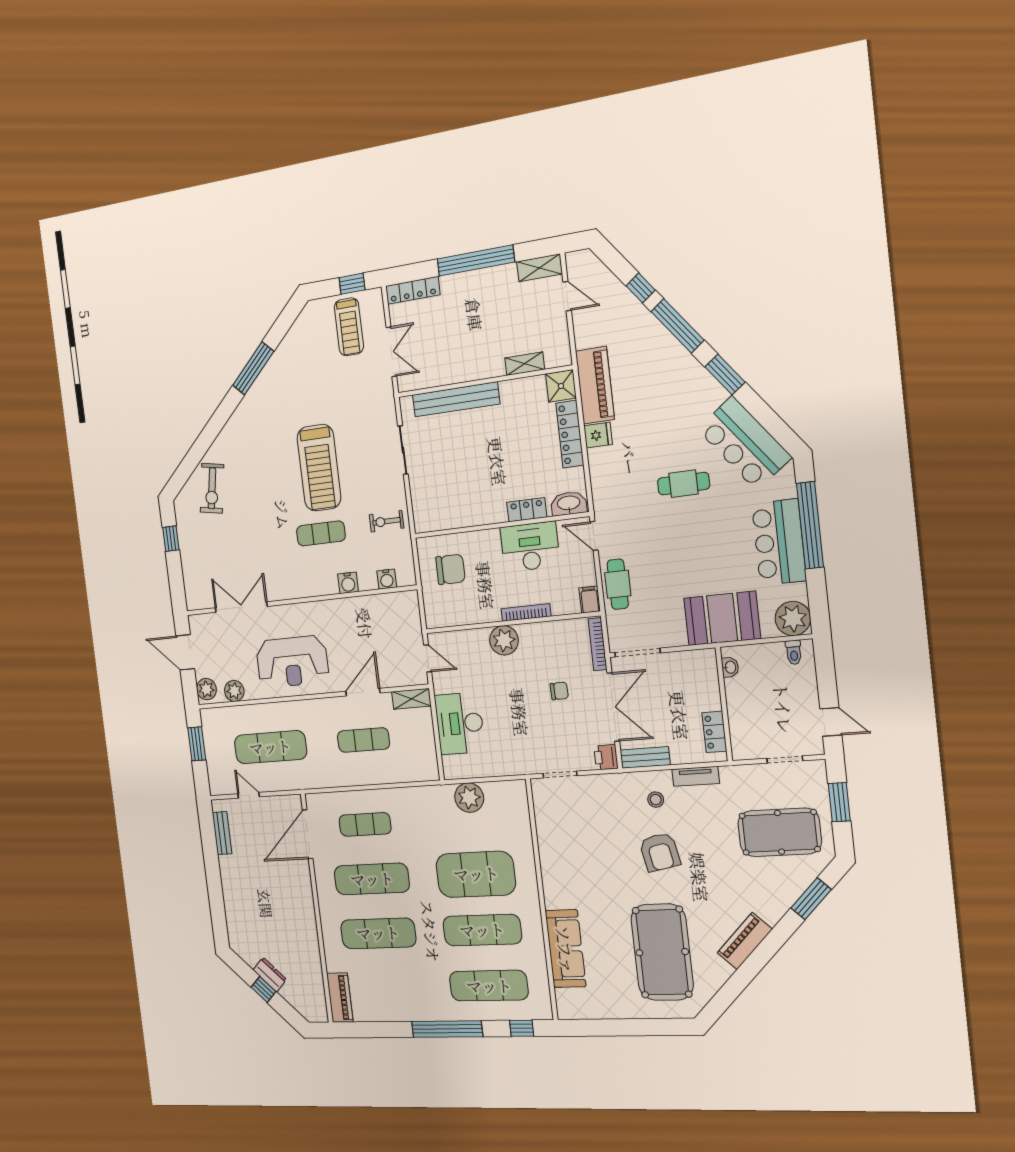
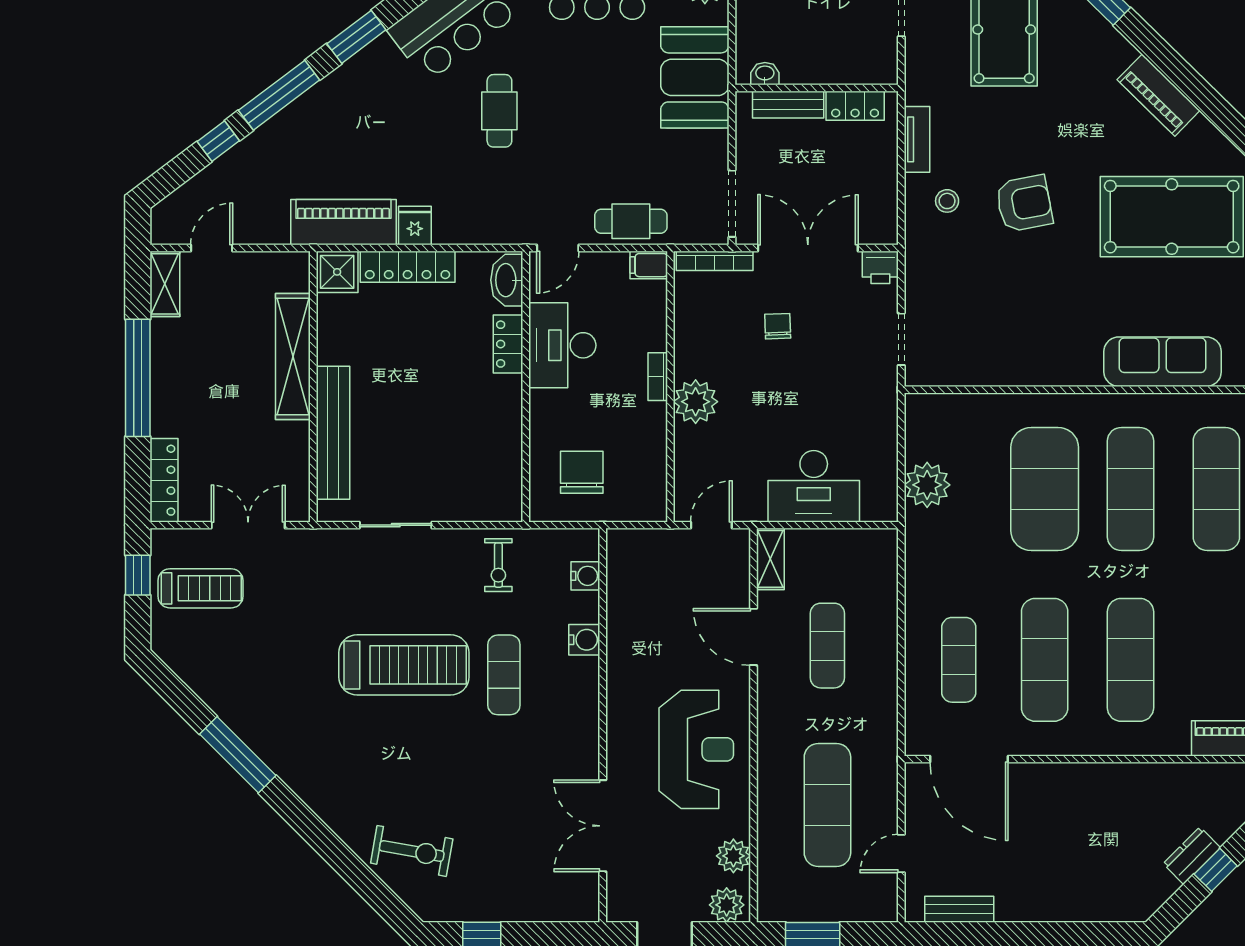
shelving: (525, 364) -> (293, 356), width x2.20, depth x1.33
bookcase: (526, 612) -> (658, 377), width x0.64
bench: (645, 757) -> (788, 105), moved, turned 90

